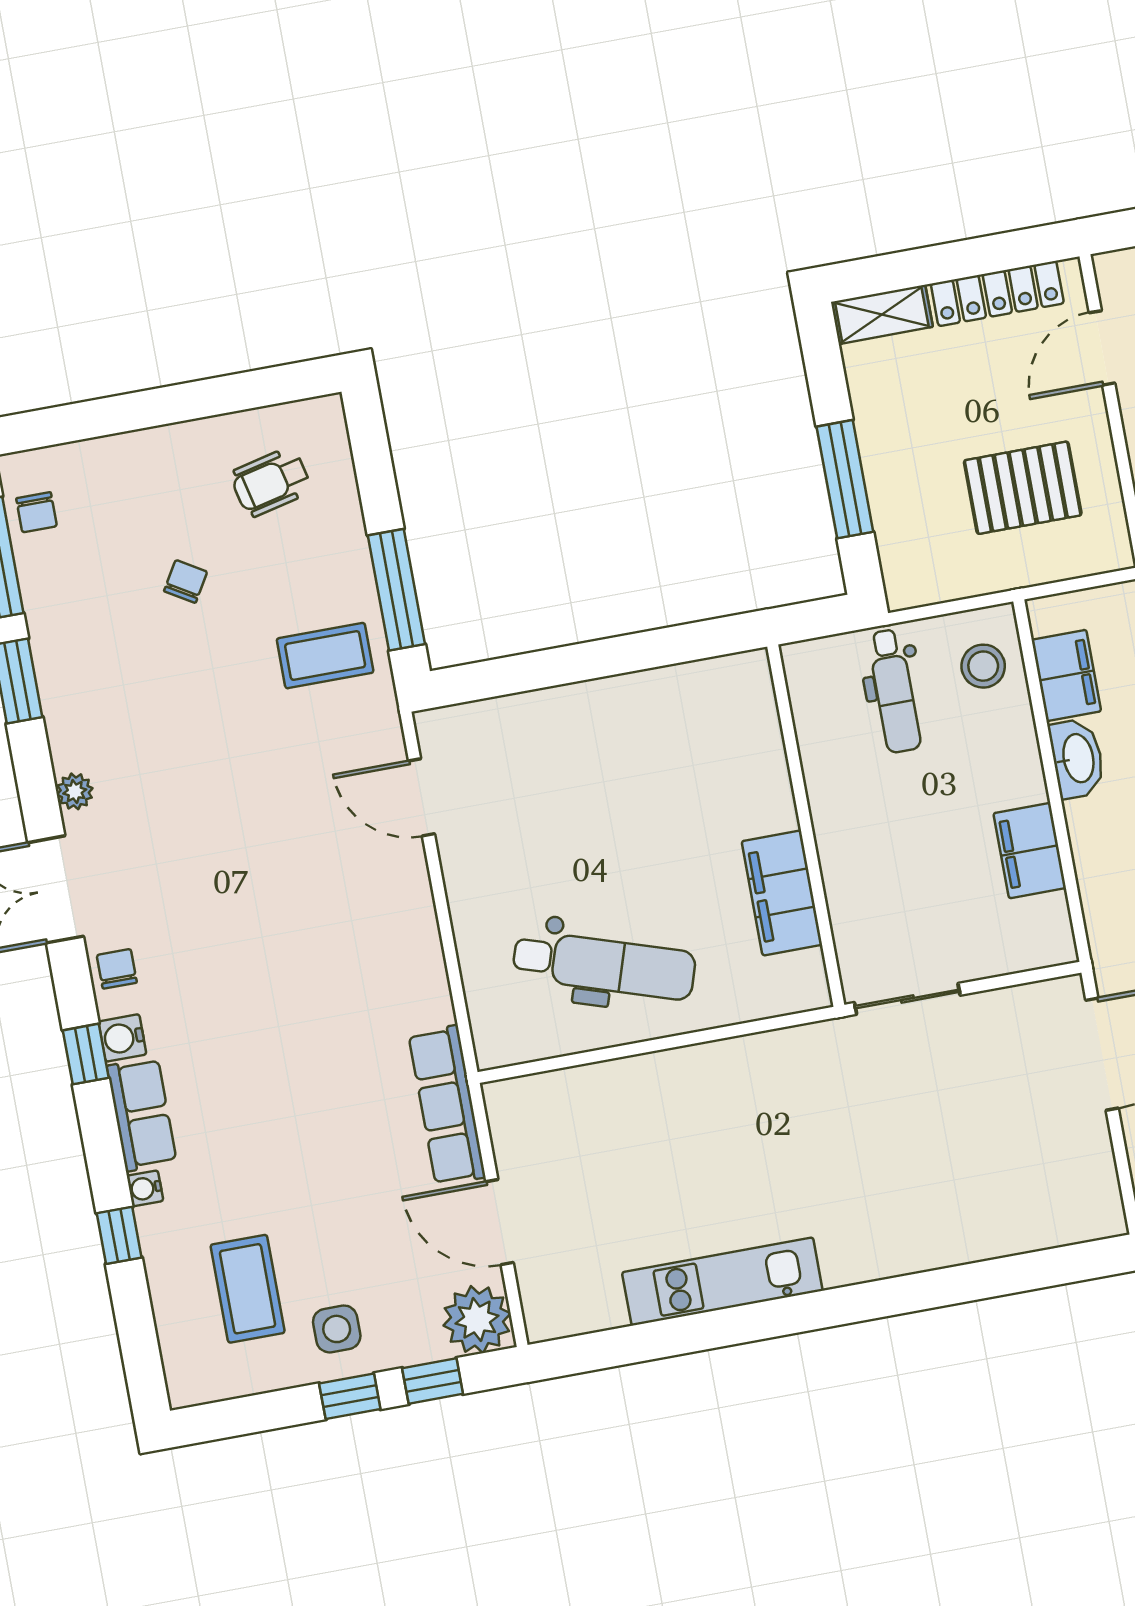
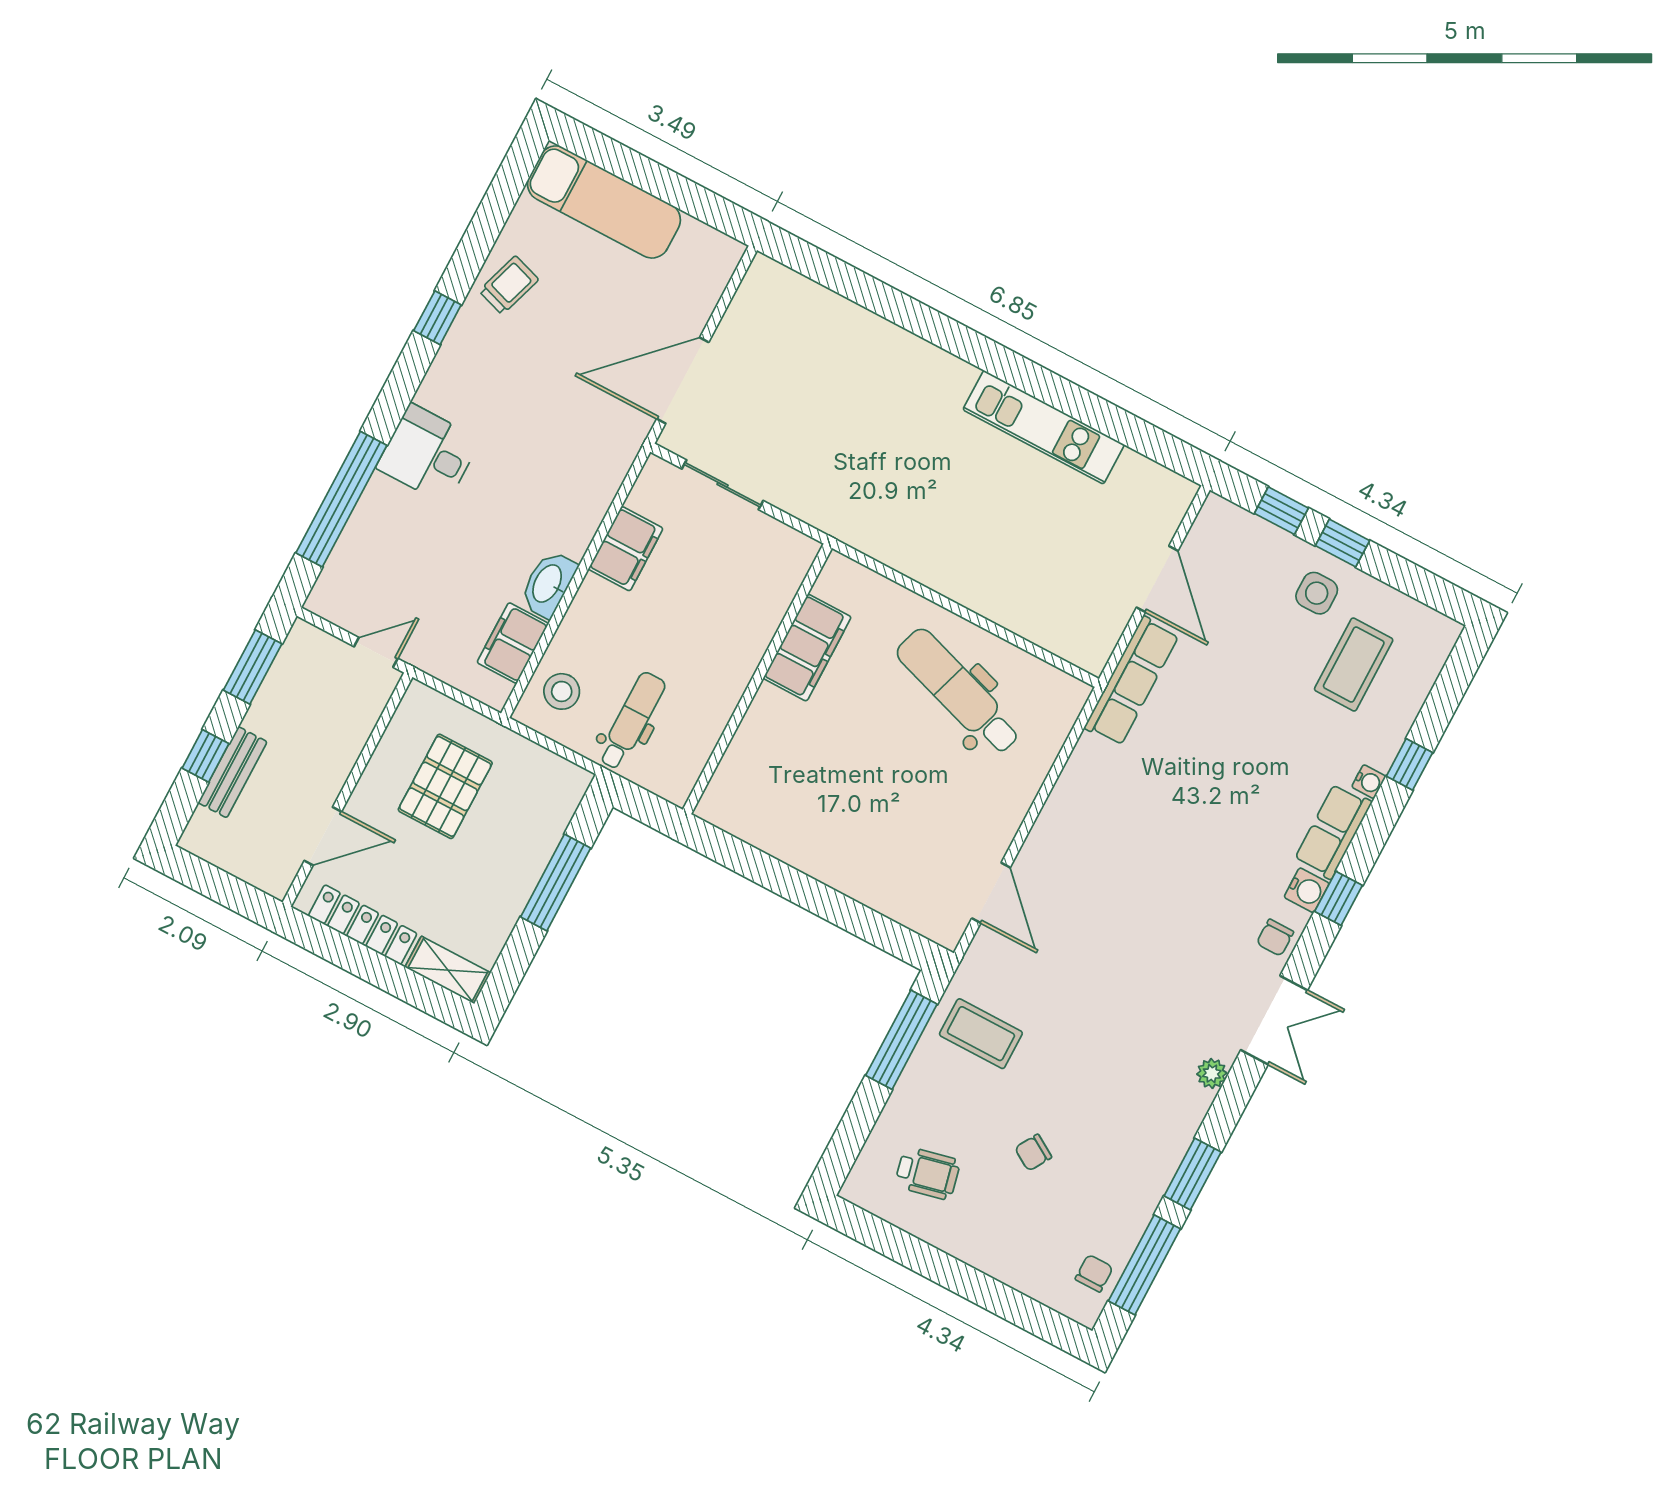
pallet: (1023, 488) -> (445, 786), turned 90
sliding door: (907, 999) -> (723, 485), moved
plant: (477, 1320) -> (1221, 528), removed

